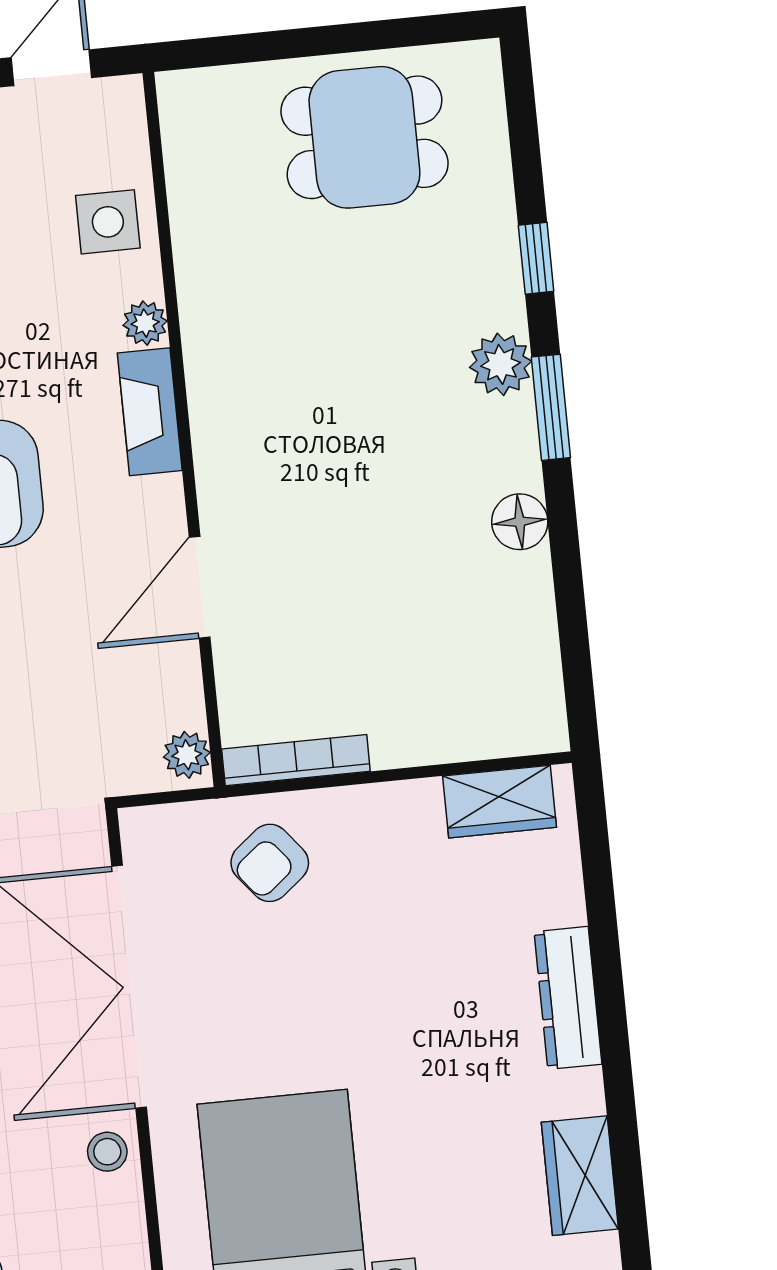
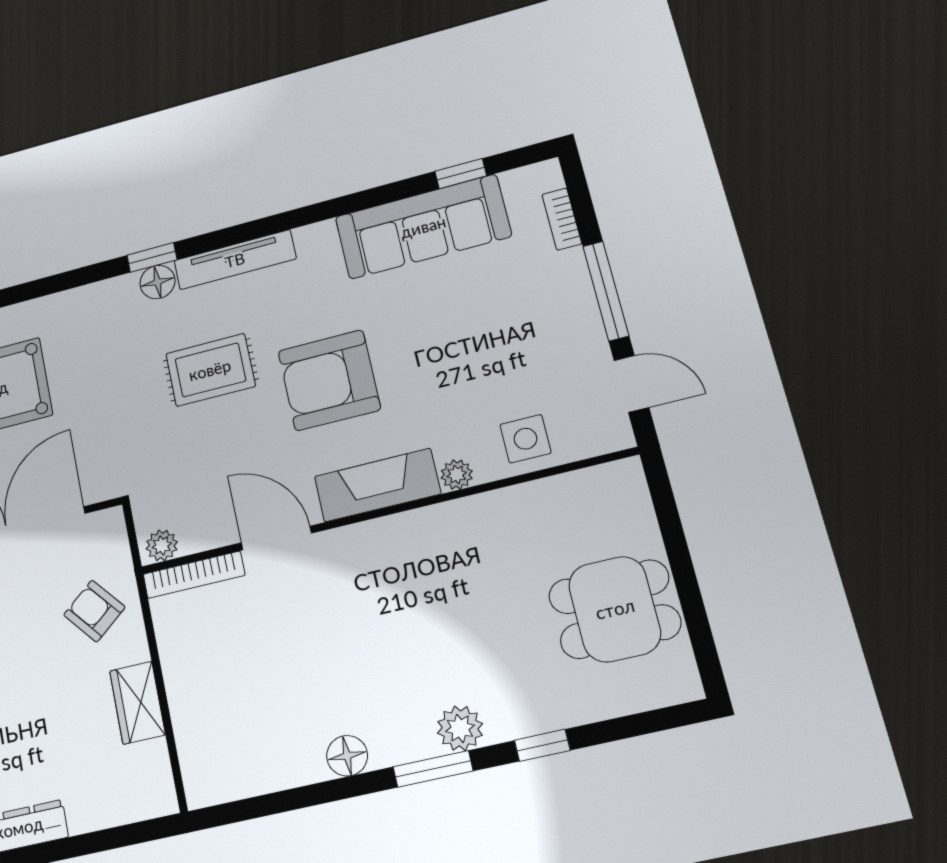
dining table: (364, 137) -> (615, 609), turned 90
fireplace: (150, 412) -> (377, 485), width x1.37, depth x1.32
bookcase: (296, 760) -> (194, 575), moved, turned 90
wardrobe: (499, 802) -> (137, 703), moved

